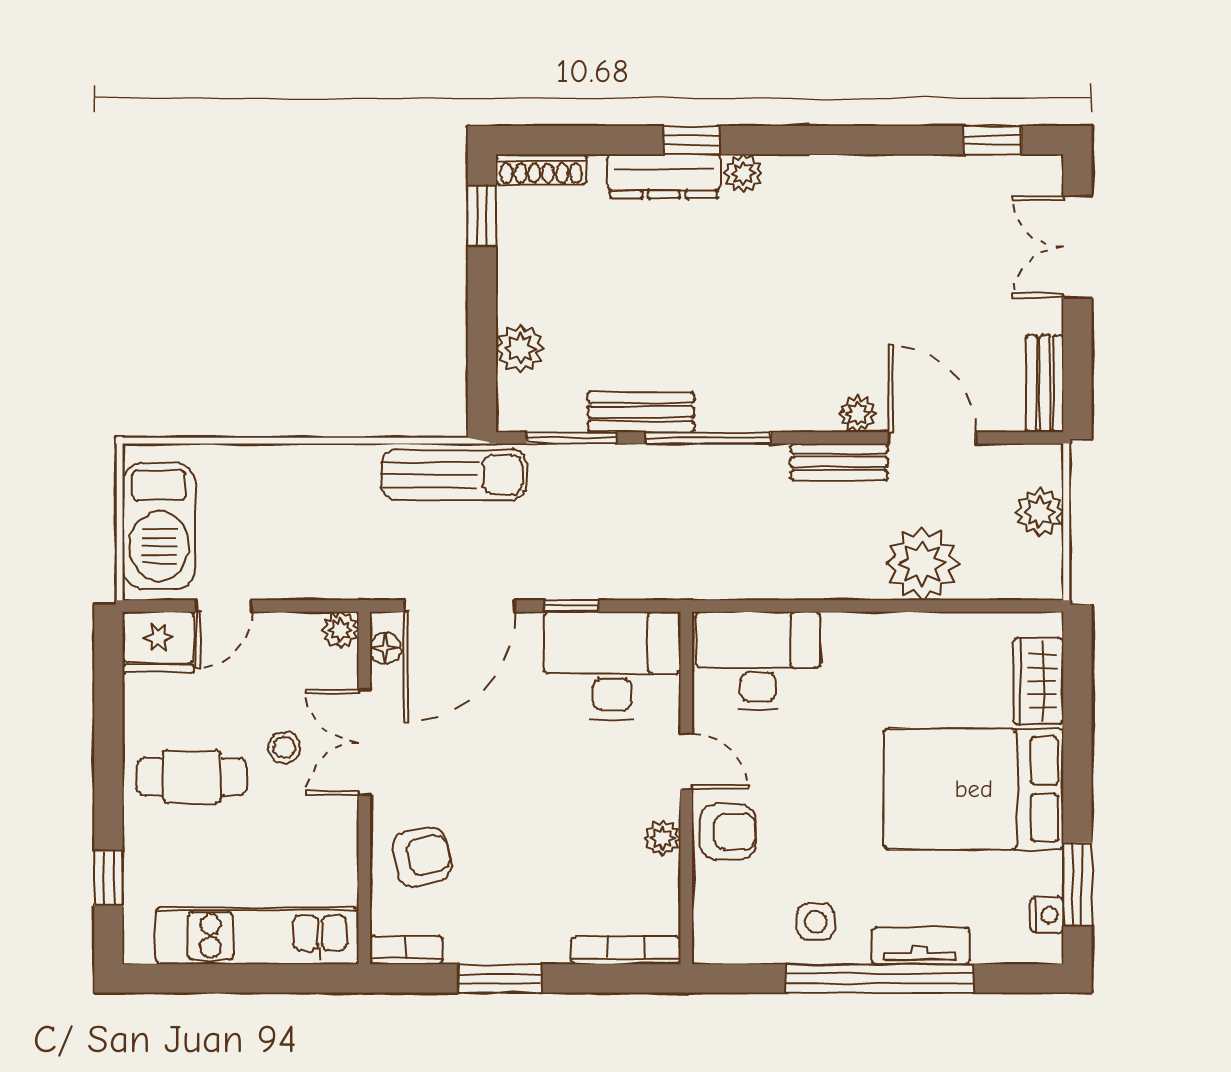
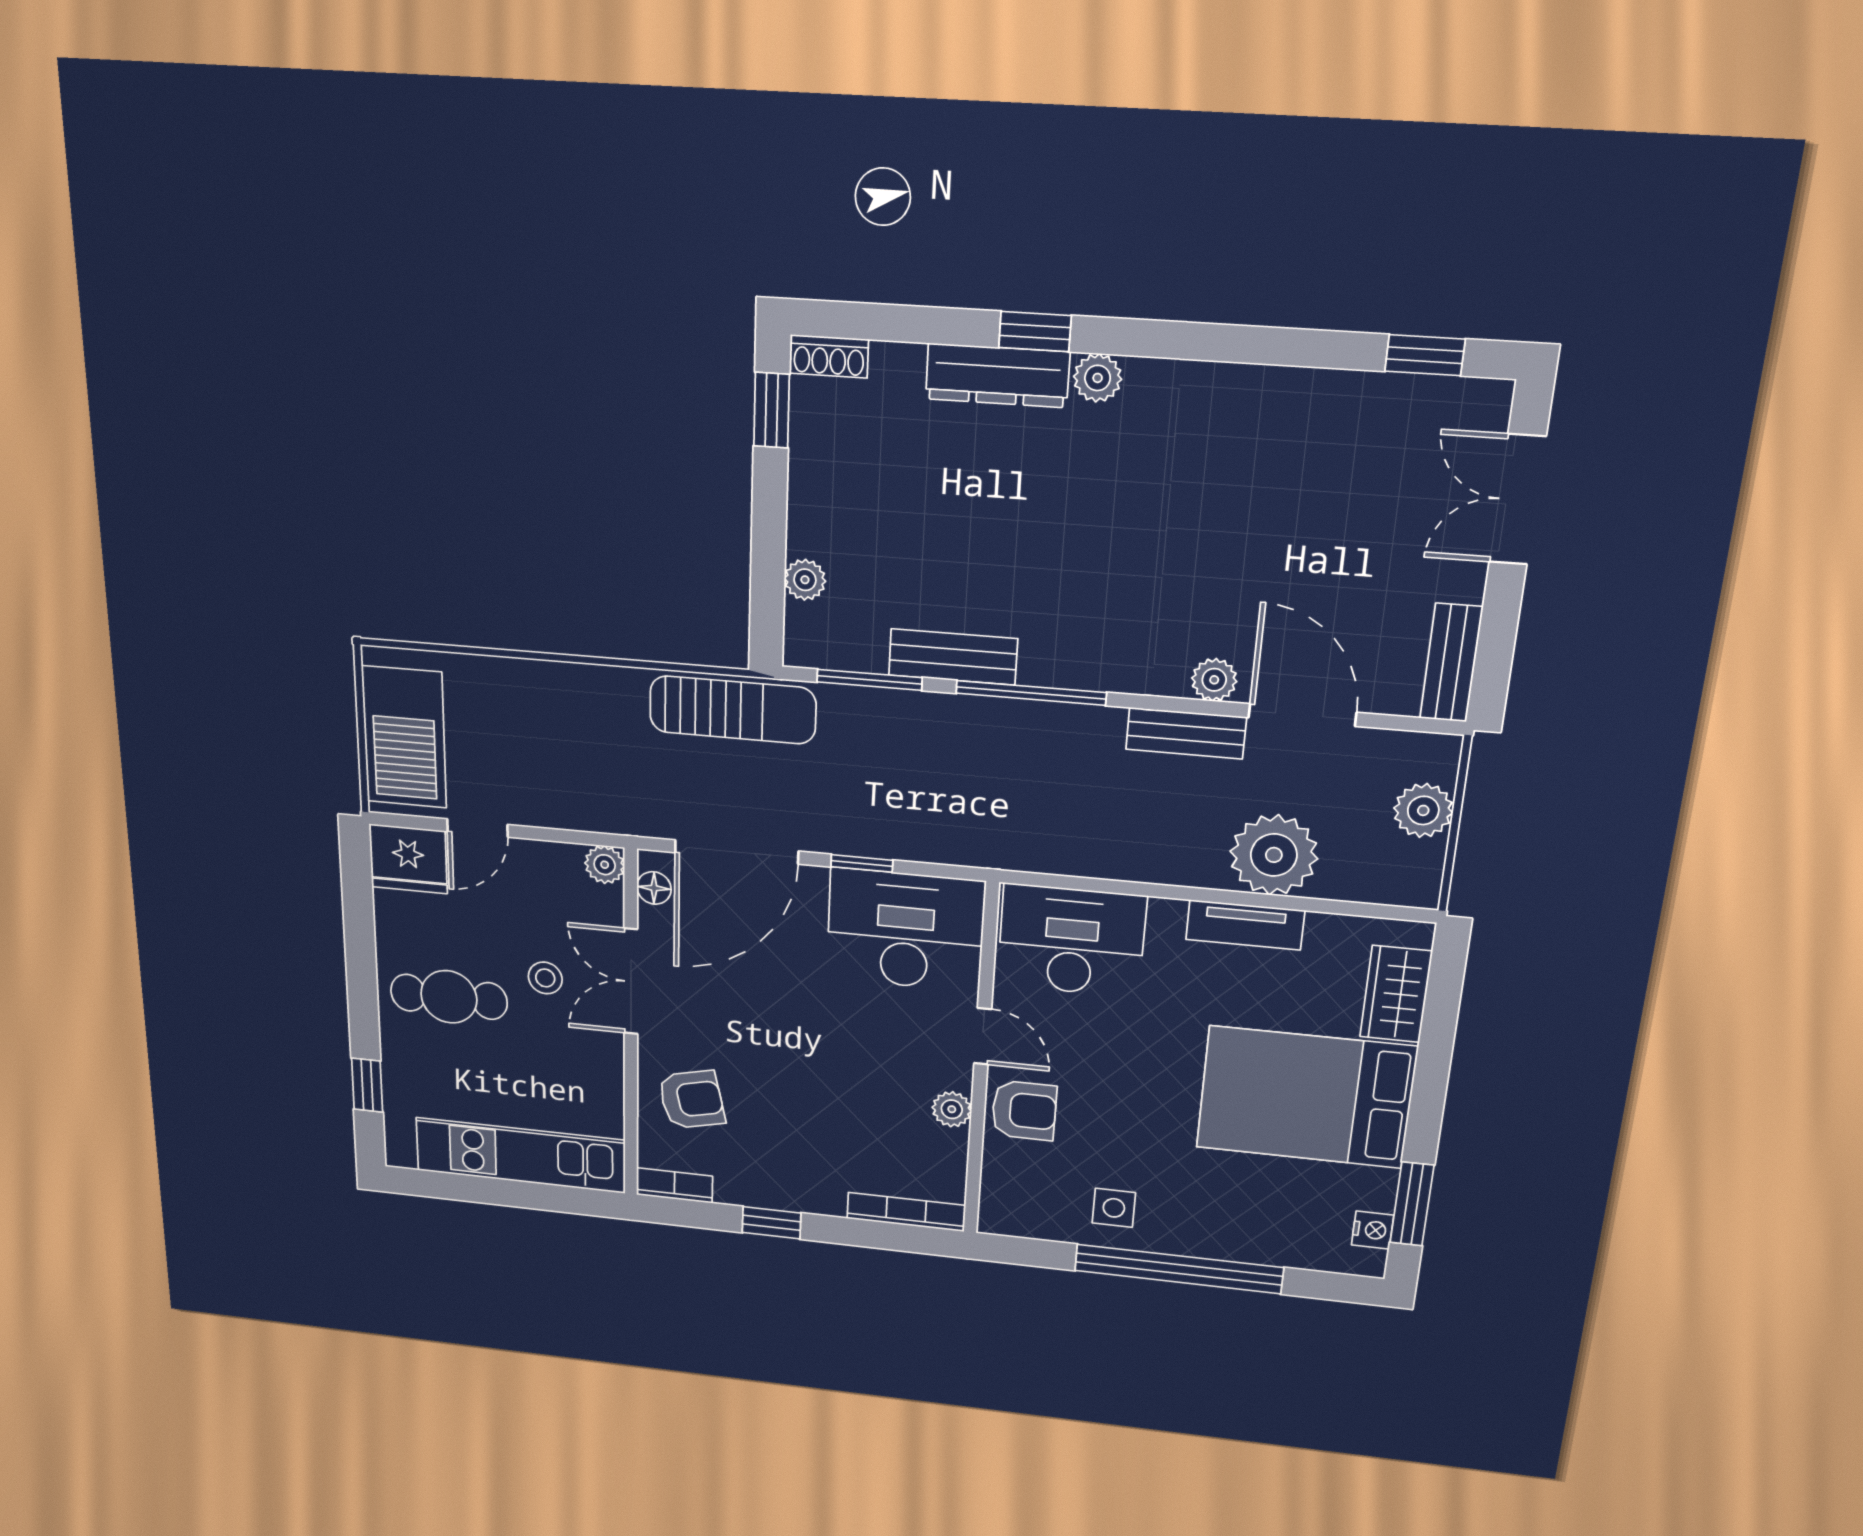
shoe rack: (541, 169) -> (829, 356), width x0.70
plant: (520, 349) -> (805, 580), width x0.73, depth x0.73
tv unit: (920, 946) -> (1245, 925), moved, turned 180
window: (500, 978) -> (772, 1223), width x0.67

